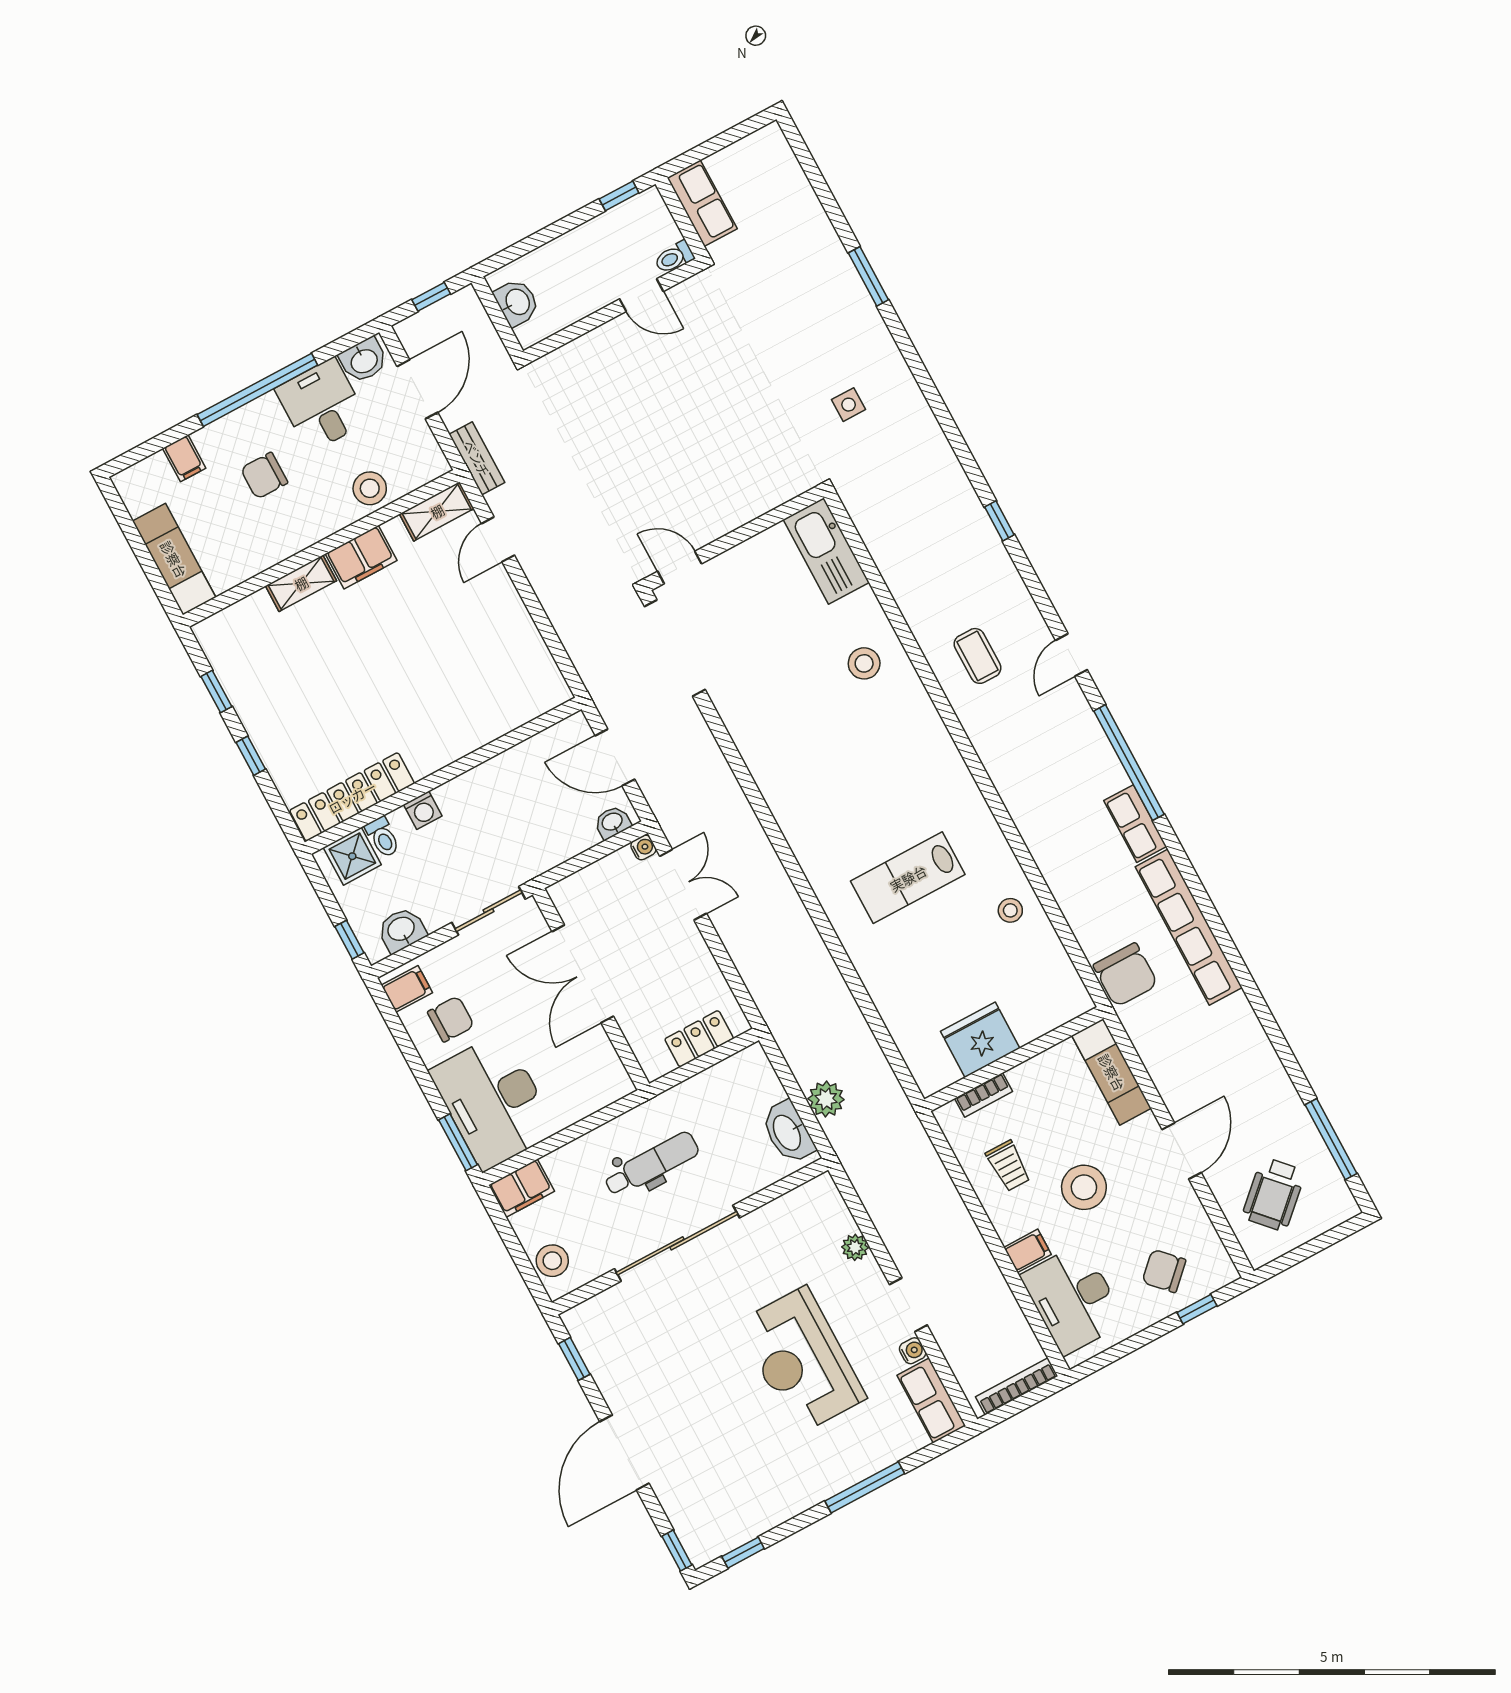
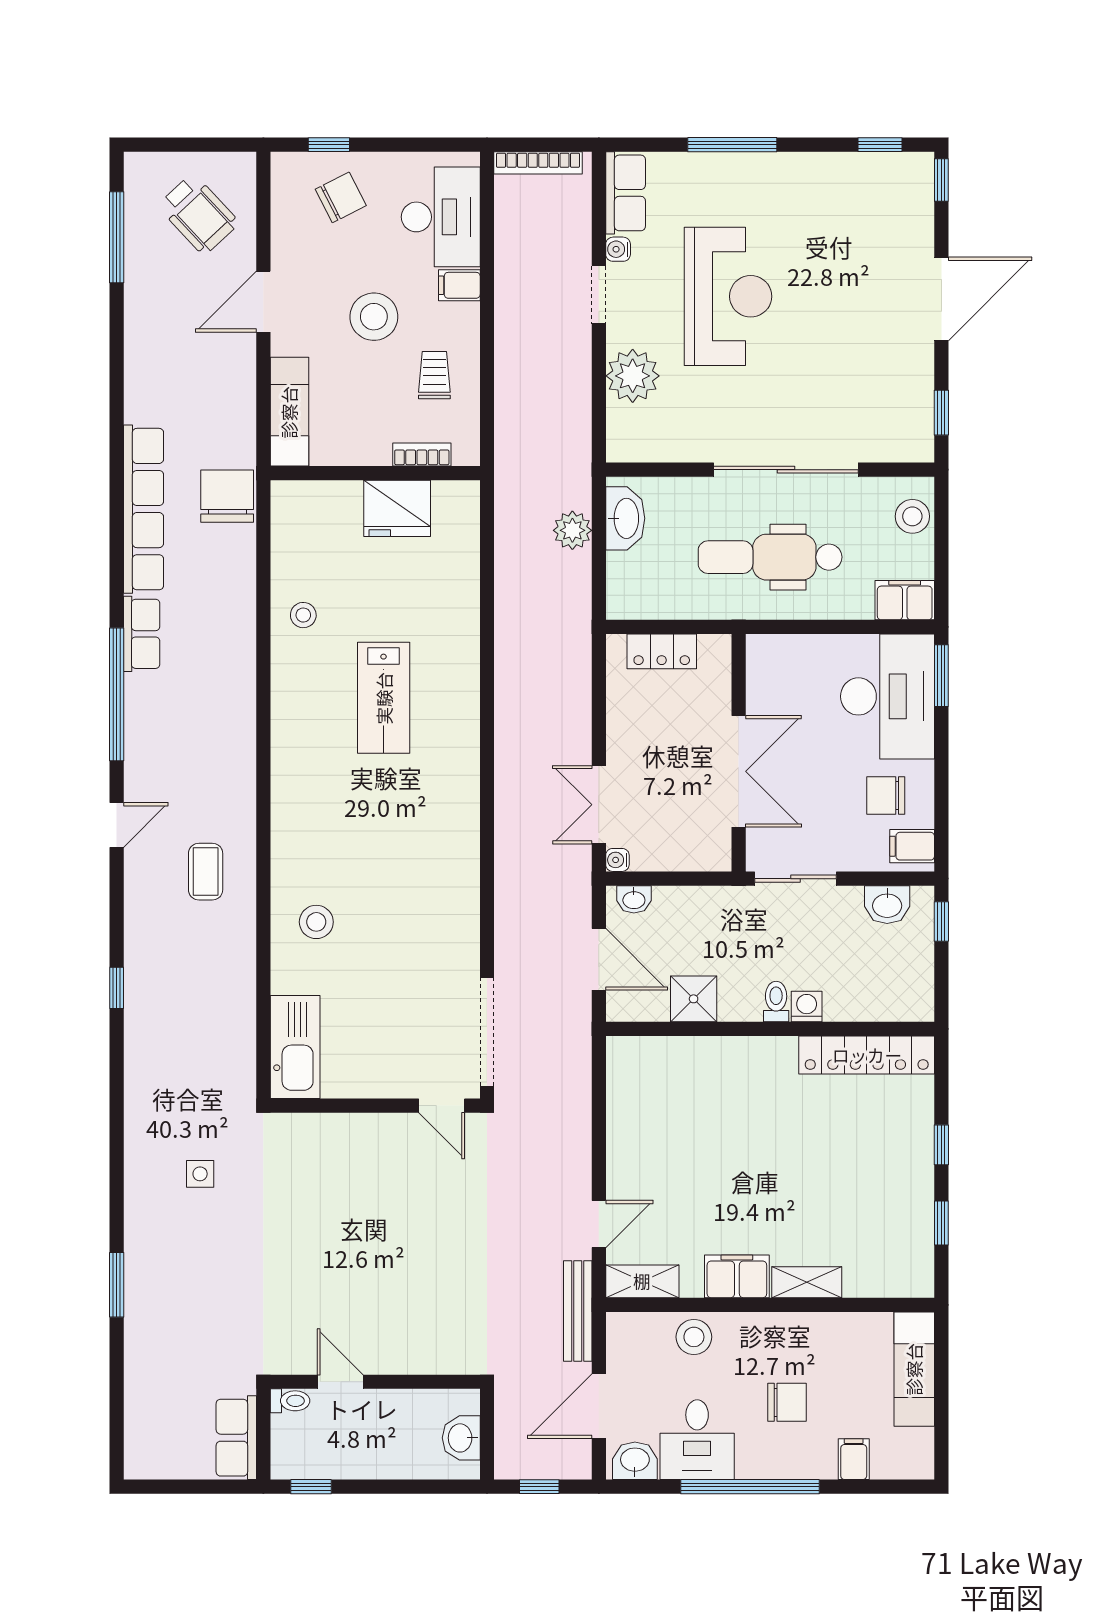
bench: (477, 458) -> (578, 1311), width x1.36
toilet: (383, 837) -> (776, 1001), moved
shower: (352, 856) -> (694, 999), moved
lab bench: (908, 878) -> (384, 698), turned 90
dental chair: (651, 1164) -> (770, 557), width x1.36, depth x1.38
wheelchair: (1274, 1194) -> (198, 214), turned 90
plant: (855, 1247) -> (633, 376), width x1.87, depth x1.87
chair: (1164, 1271) -> (341, 197), turned -73

